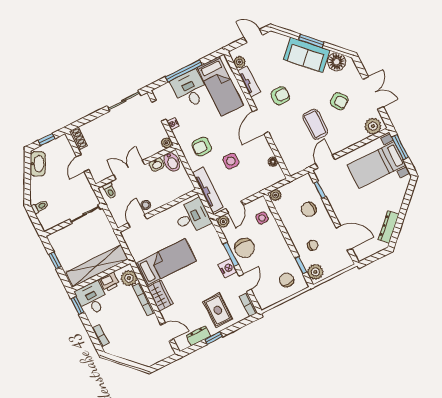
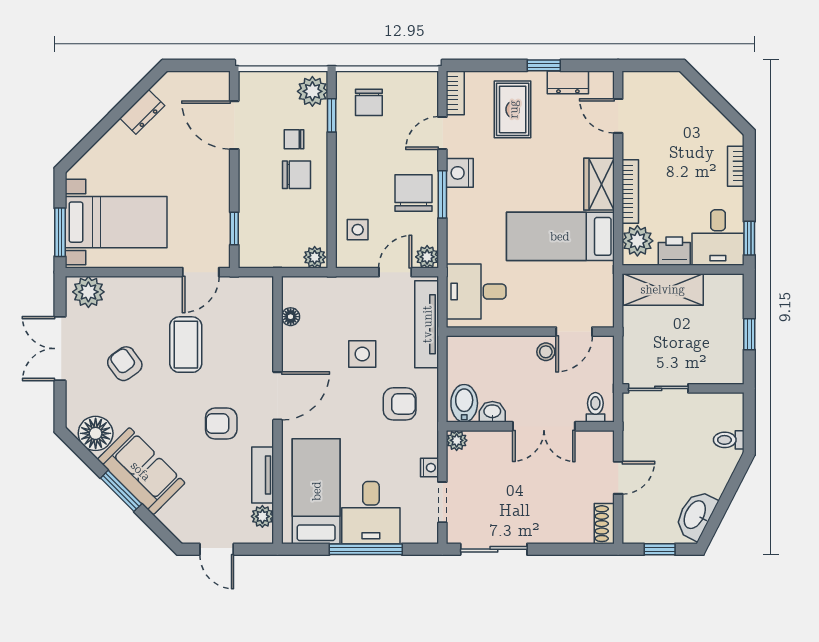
chair: (309, 209) -> (297, 175), moved
dresser: (388, 227) -> (142, 112), width x0.70
shelving: (97, 266) -> (663, 289), width x0.68

